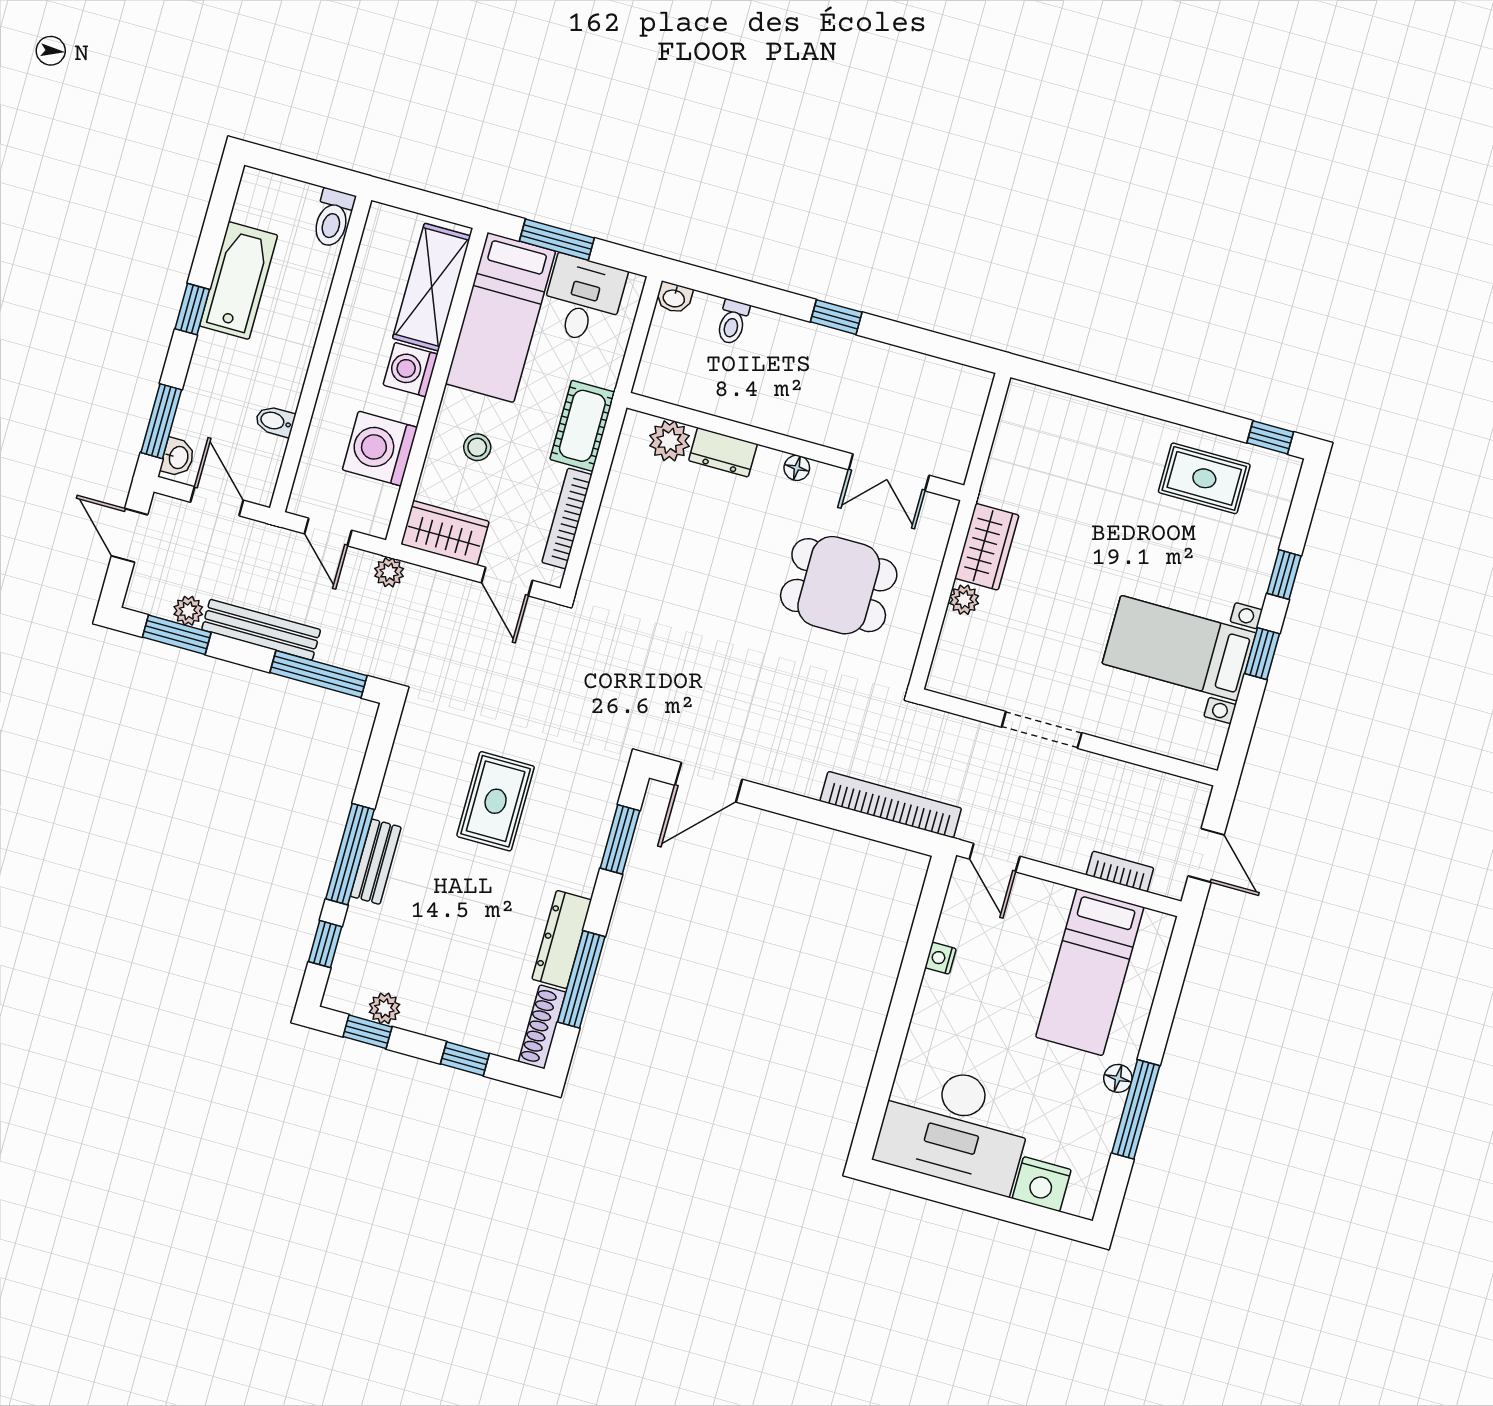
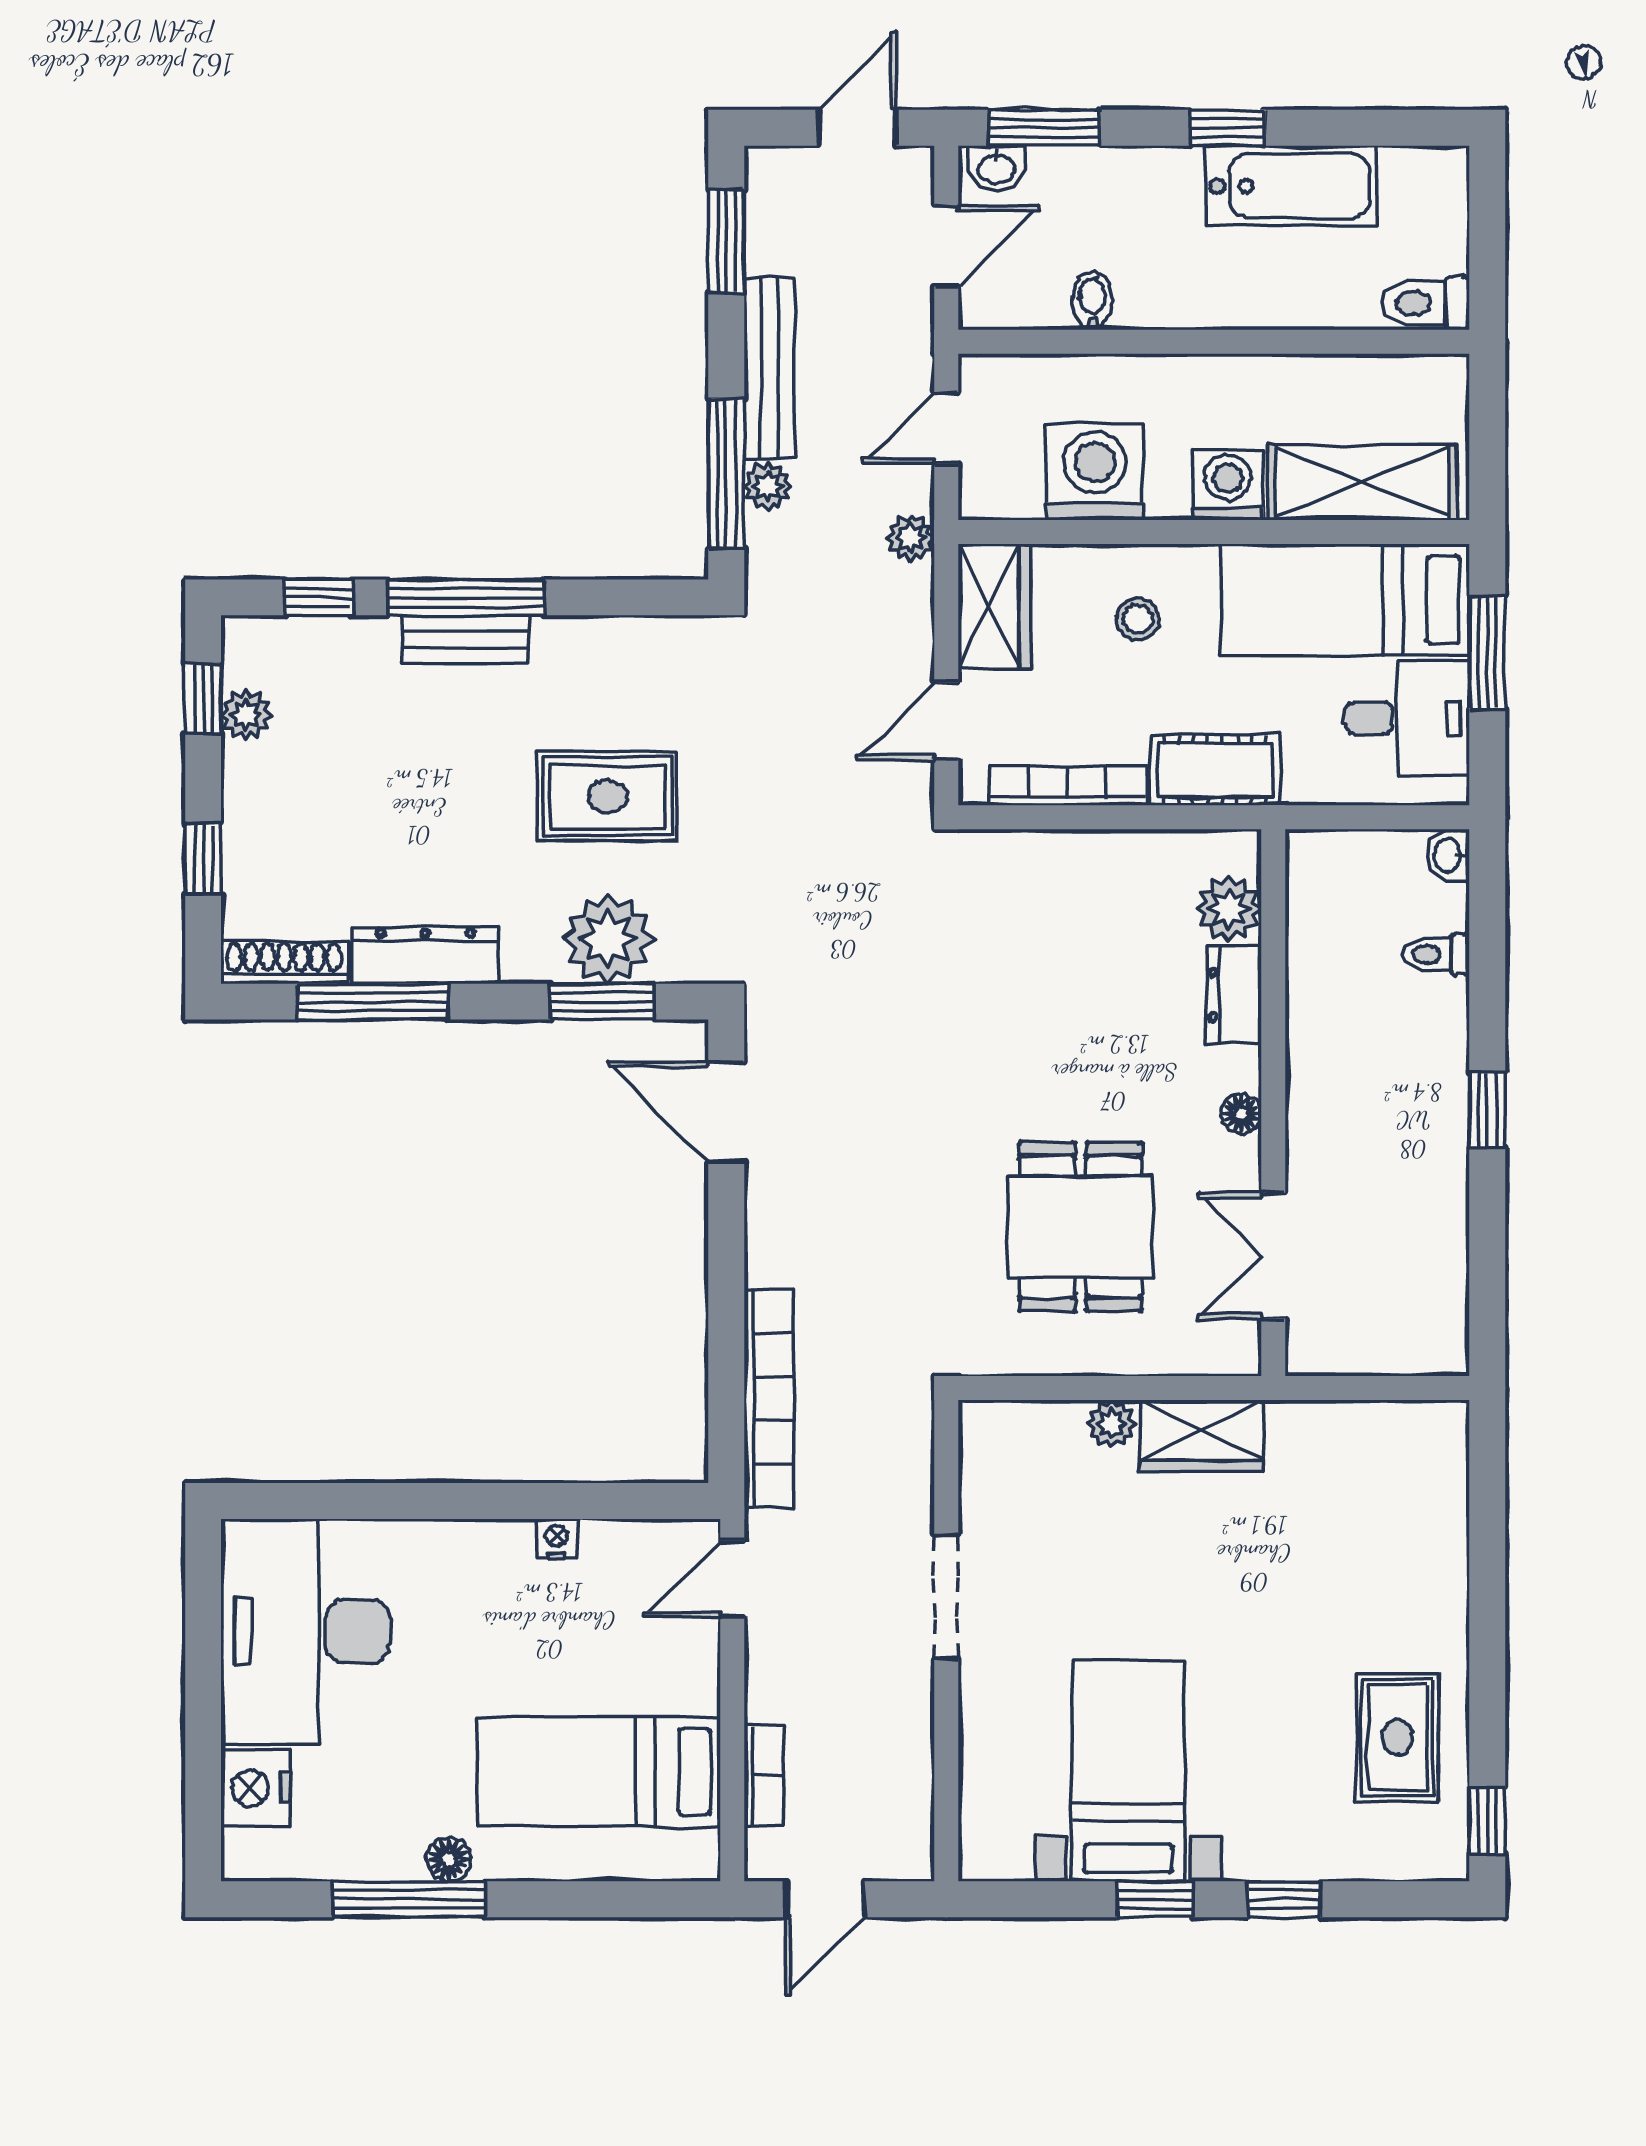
plant: (188, 611) -> (768, 486), moved
plant: (583, 825) -> (608, 939), added

